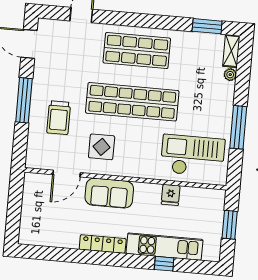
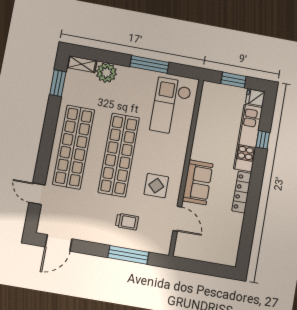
shop shelf: (137, 51) -> (74, 147), width x1.40
plant: (230, 75) -> (106, 73), width x1.87, depth x1.87
window: (24, 100) -> (128, 255), moved
trolley: (59, 118) -> (127, 222), width x0.73, depth x0.72
fridge: (171, 195) -> (255, 98), moved, turned 180

